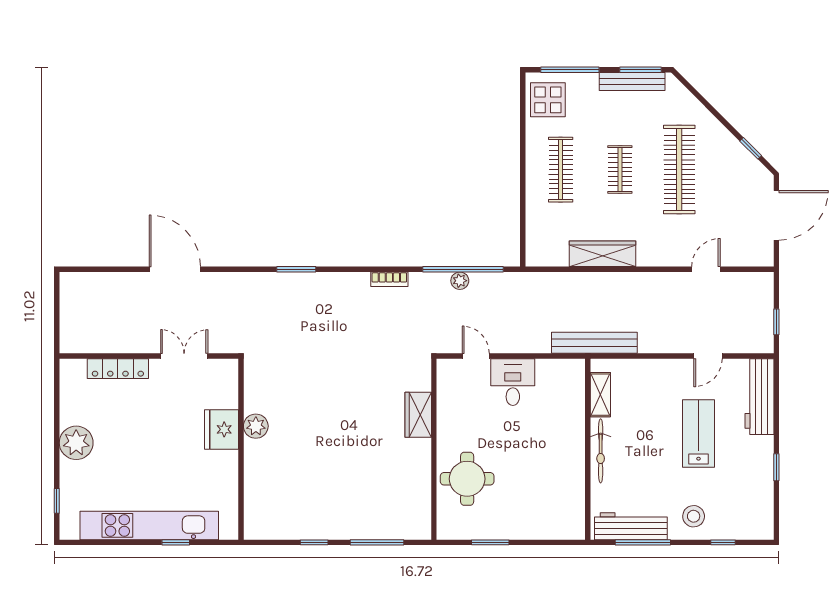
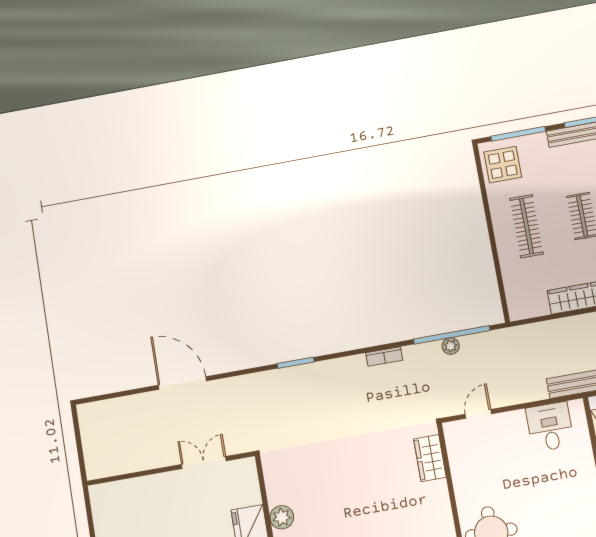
door: (476, 356) -> (478, 414), hinge flipped
locker: (118, 369) -> (144, 486), removed
desk: (513, 382) -> (550, 427), moved
wardrobe: (418, 415) -> (430, 458), moved

